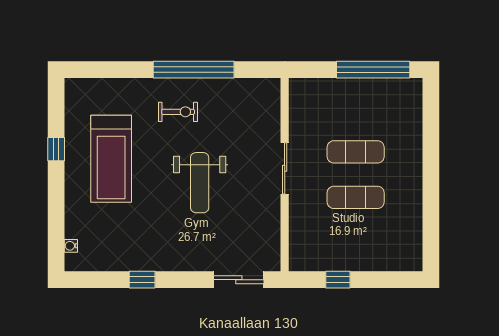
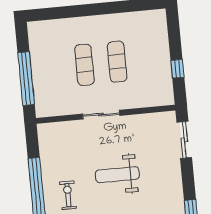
window: (373, 70) -> (26, 79), moved
weight bench: (200, 183) -> (117, 175), turned 180

